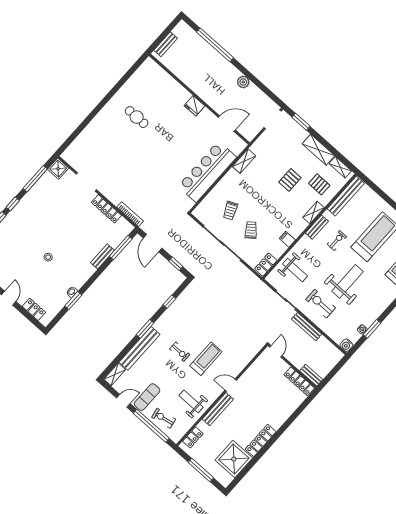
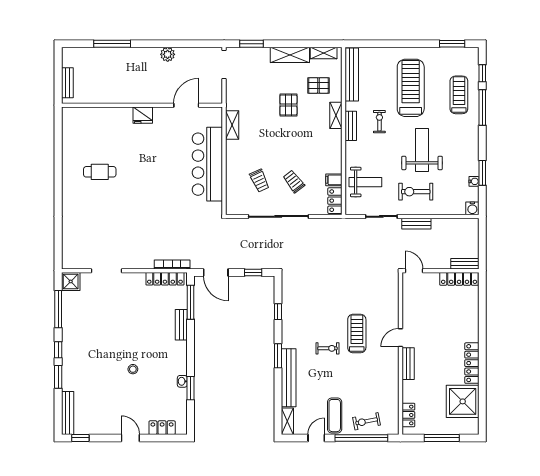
window: (215, 45) -> (112, 44), width x0.68
locker: (106, 209) -> (165, 279), moved
filing cabinet: (287, 239) -> (334, 180), moved
bench: (307, 327) -> (416, 224), width x0.73
weight bench: (191, 401) -> (378, 384), removed
bench: (218, 409) -> (408, 364), width x0.73

